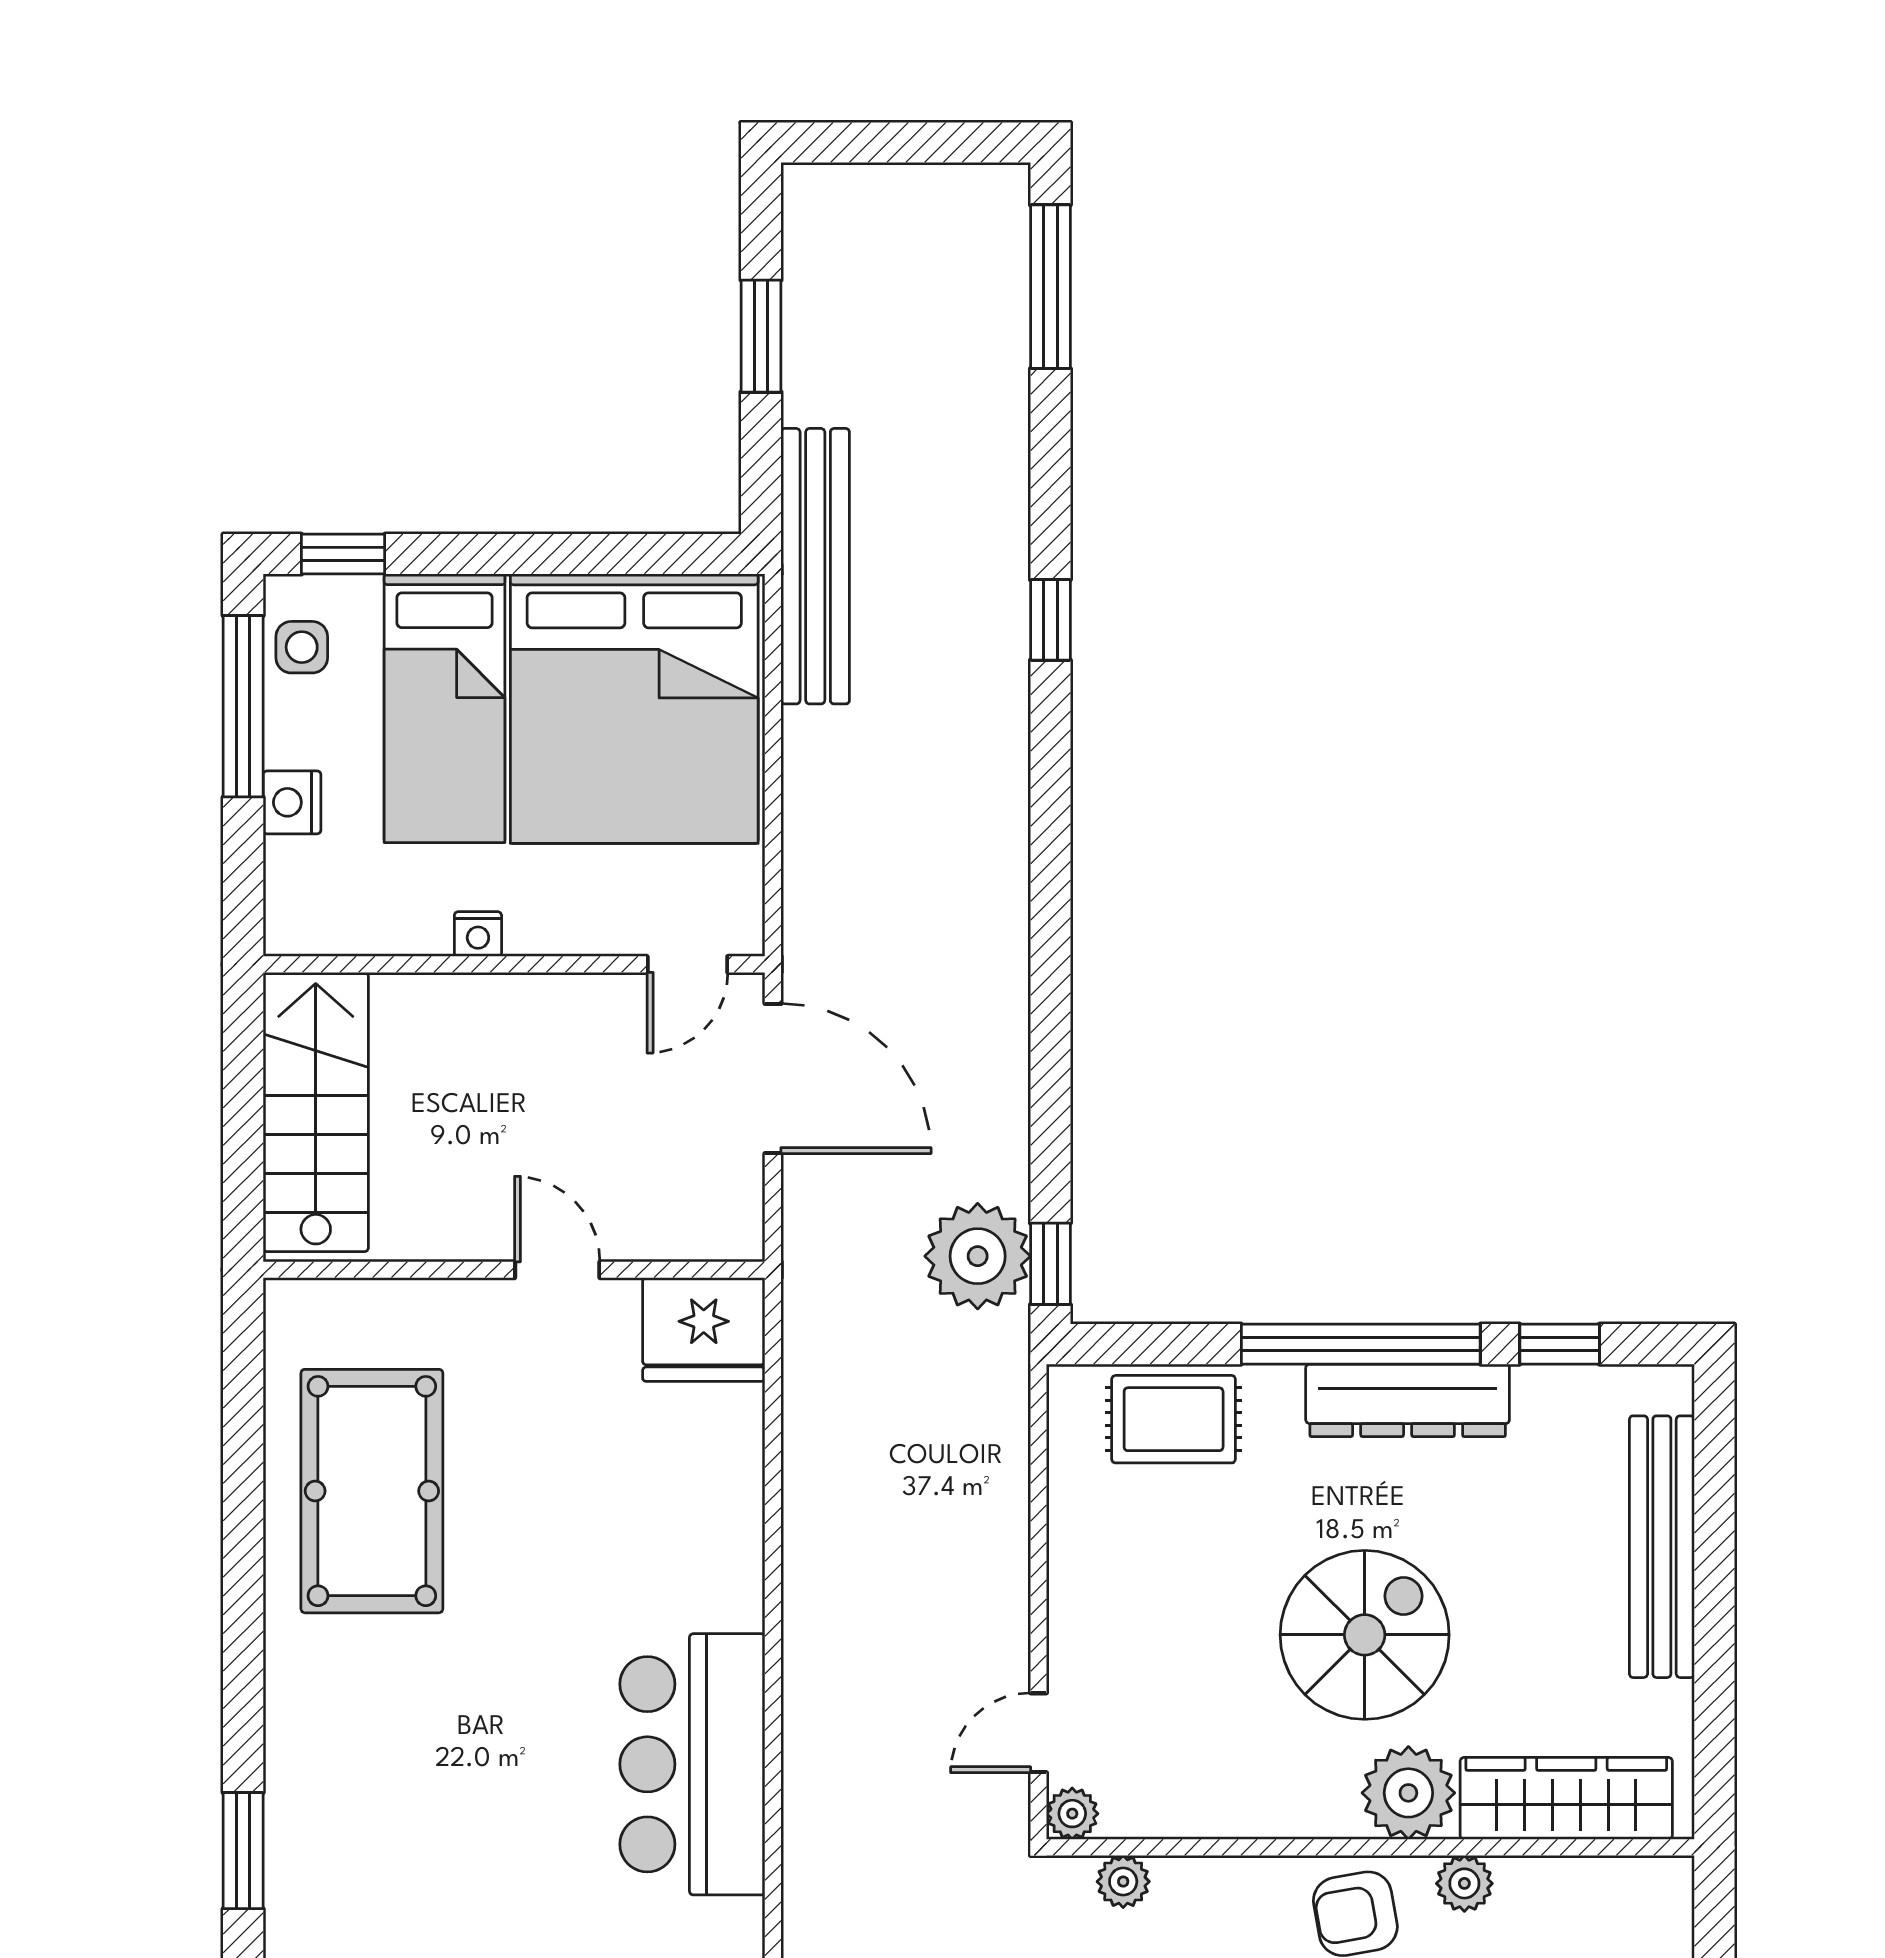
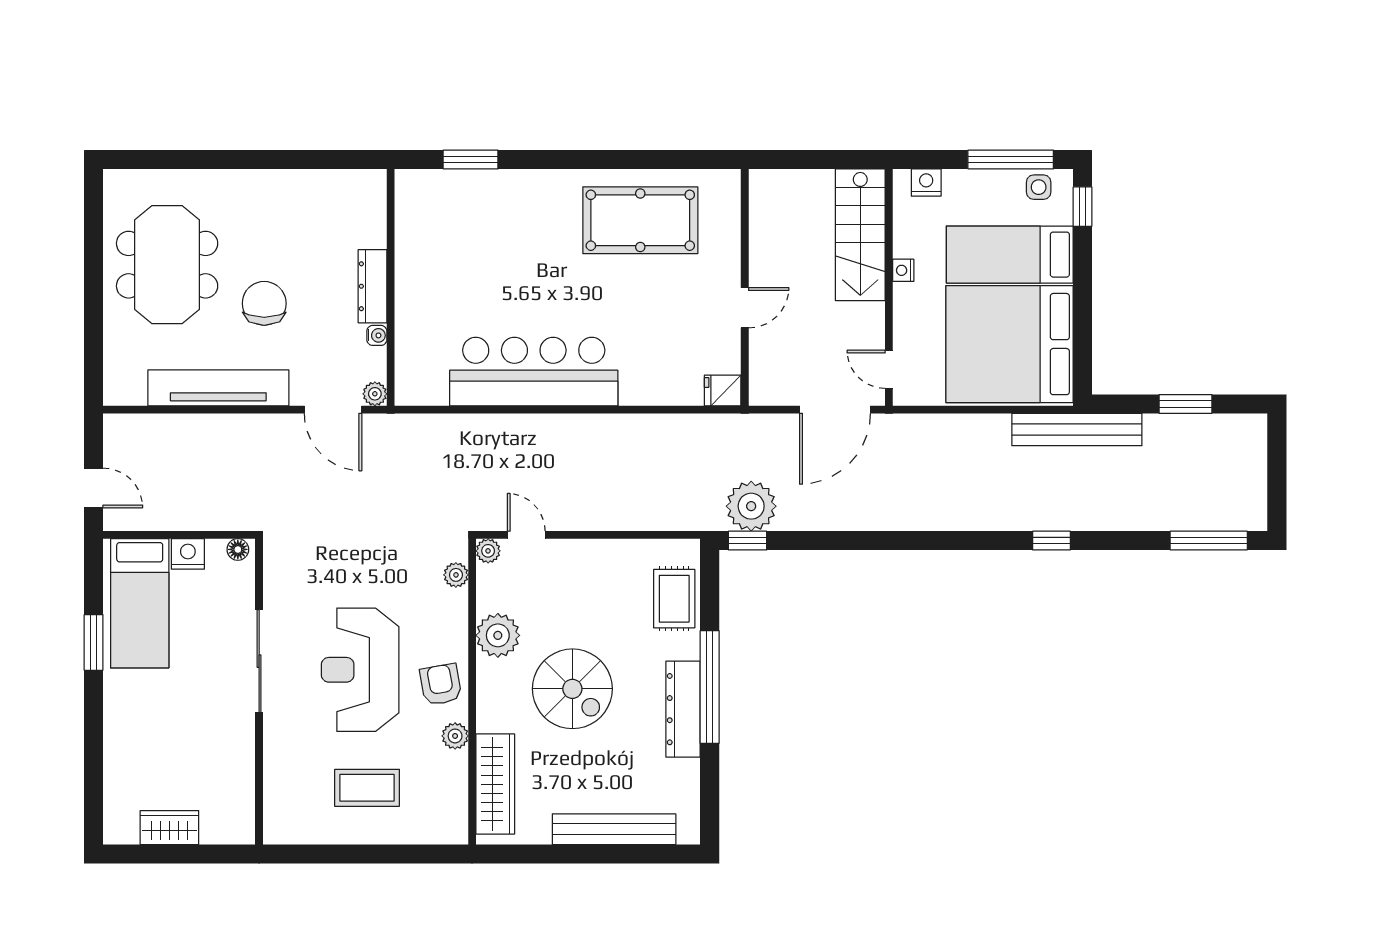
nightstand: (292, 802) -> (926, 183), moved
stairs: (316, 1112) -> (860, 235), moved, turned 90
fridge: (704, 1330) -> (723, 390), width x0.53, depth x0.75
window: (1560, 1344) -> (710, 781), removed
bar counter: (692, 1764) -> (534, 372), width x1.36
plant: (1408, 1793) -> (498, 635), moved

